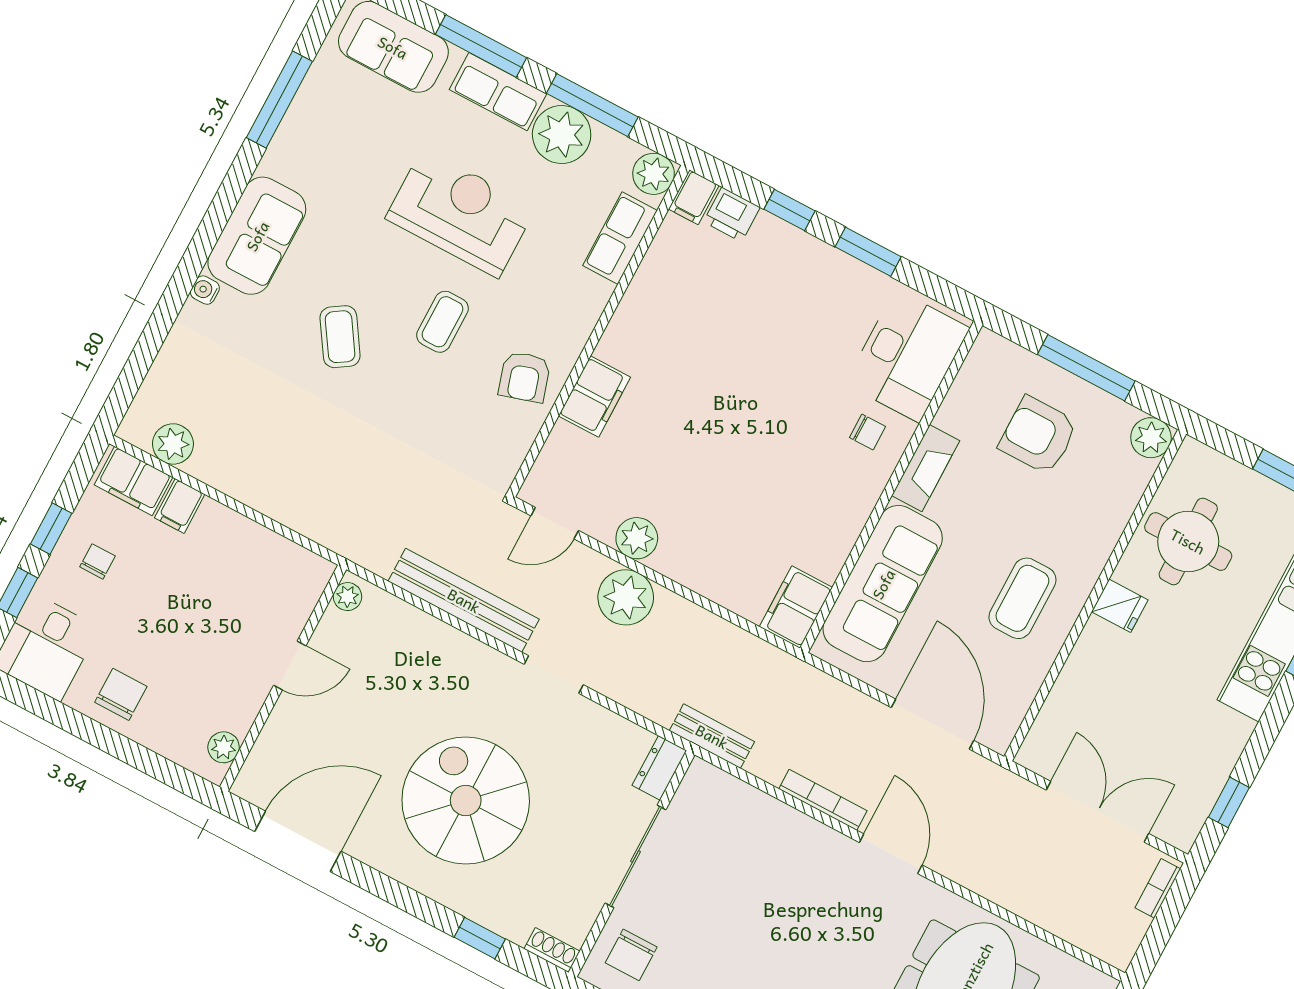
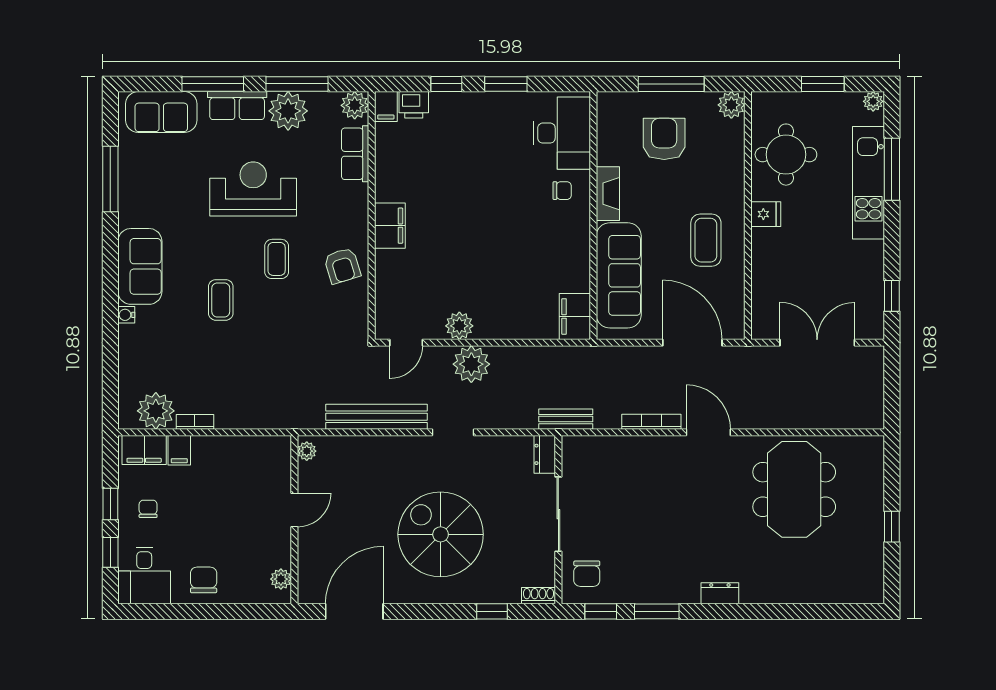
coffee table: (340, 337) -> (221, 300), turned 33
filing cabinet: (594, 397) -> (390, 226), moved
armchair: (1038, 435) -> (664, 139), turned 90
plant: (173, 444) -> (156, 411), width x1.36, depth x1.36
bookcase: (1158, 888) -> (195, 422), moved, turned 90

